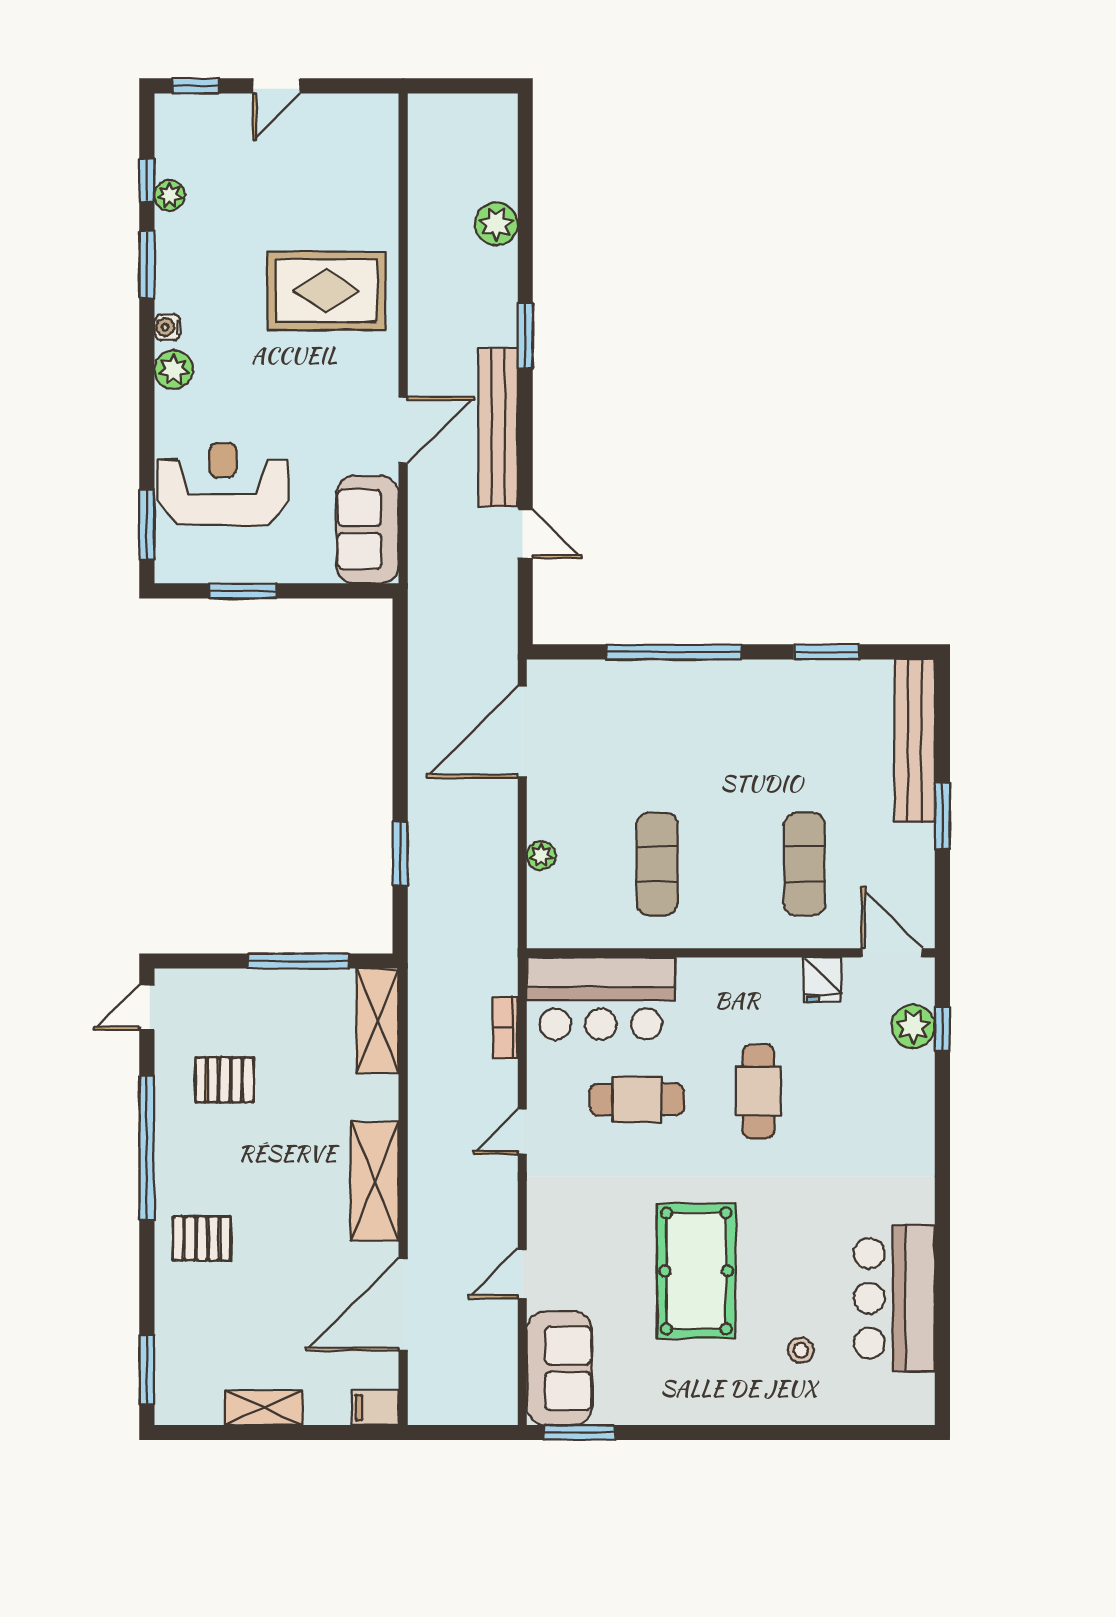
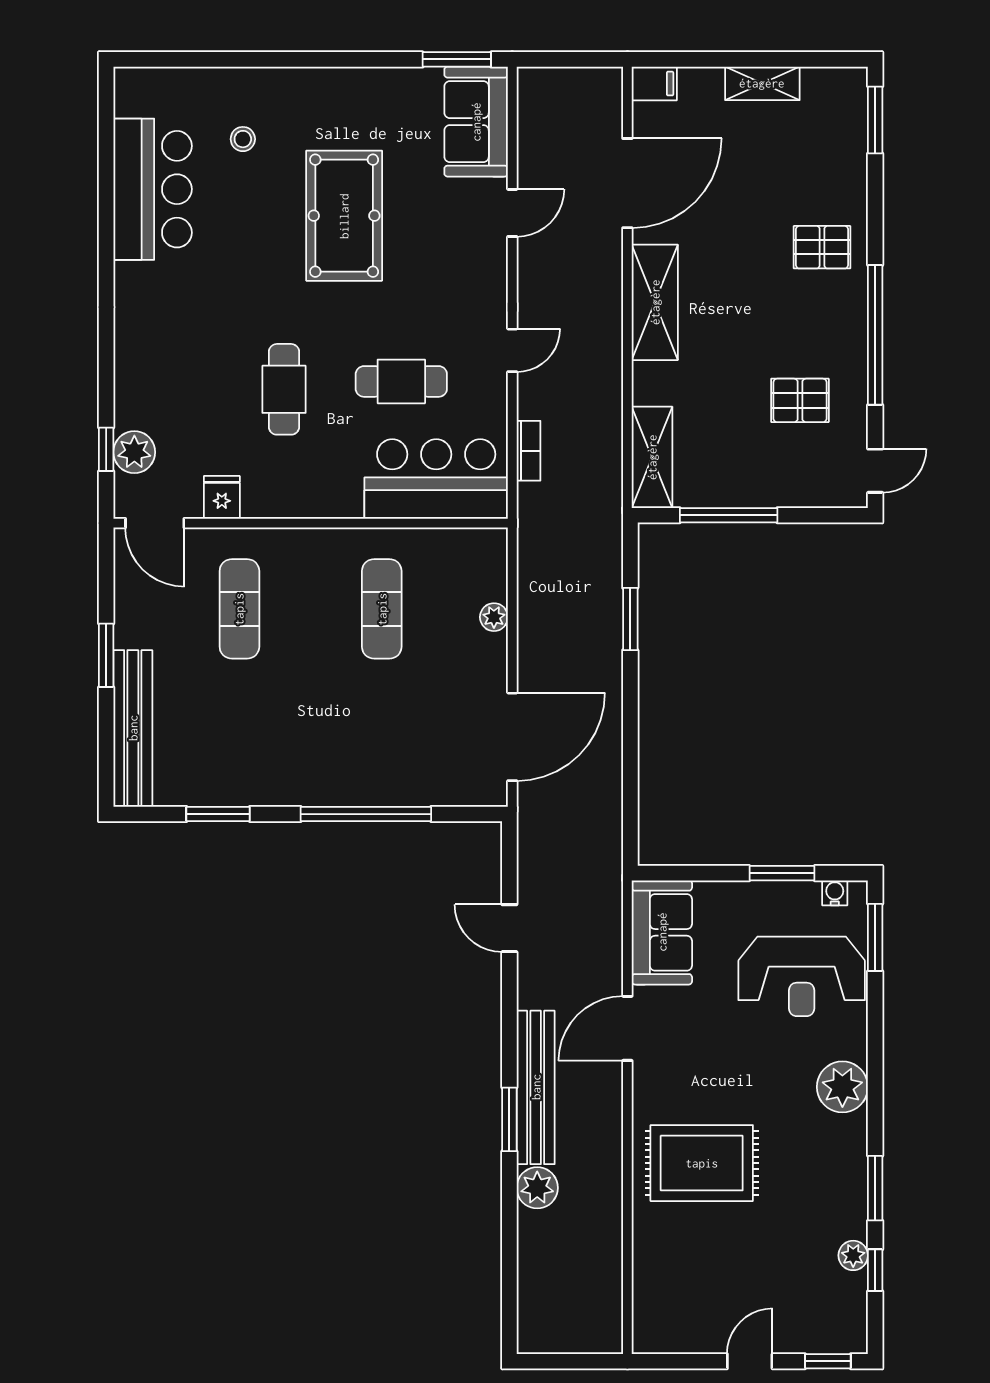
plant: (496, 224) -> (537, 1188), moved
water cooler: (167, 327) -> (835, 893), moved, turned -90
plant: (174, 370) -> (842, 1087), width x1.36, depth x1.36
bench: (498, 427) -> (536, 1087), moved

